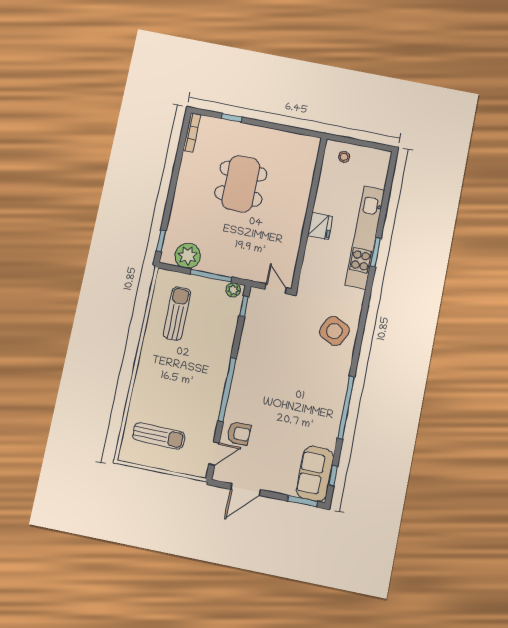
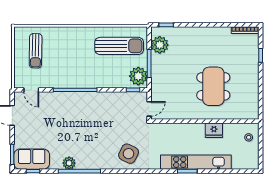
dining table: (241, 184) -> (213, 86), moved, turned 90
fridge: (320, 226) -> (214, 130), moved
plant: (233, 290) -> (138, 76), width x1.87, depth x1.87
sun lounger: (177, 314) -> (119, 46), width x1.36, depth x1.34
plant: (331, 420) -> (69, 163), added
armchair: (239, 433) -> (48, 104), removed

